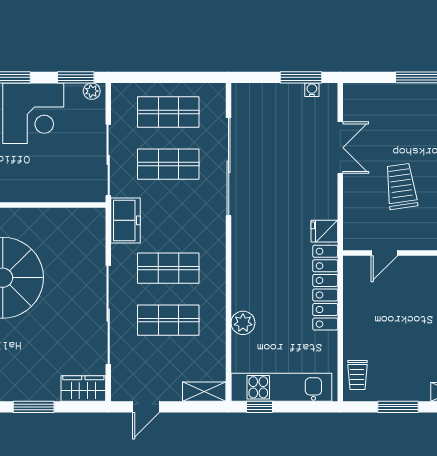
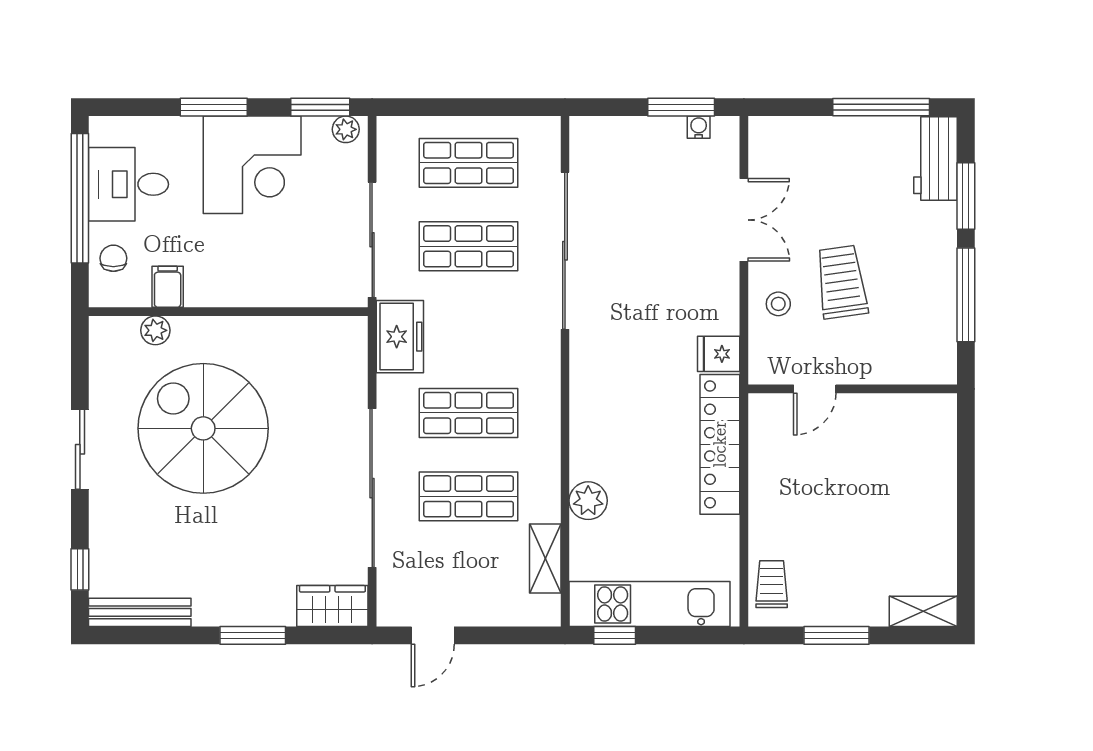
stool: (362, 200) -> (778, 304), added
trolley: (357, 375) -> (772, 584), turned 180
shelving: (204, 392) -> (545, 559), moved, turned 90

